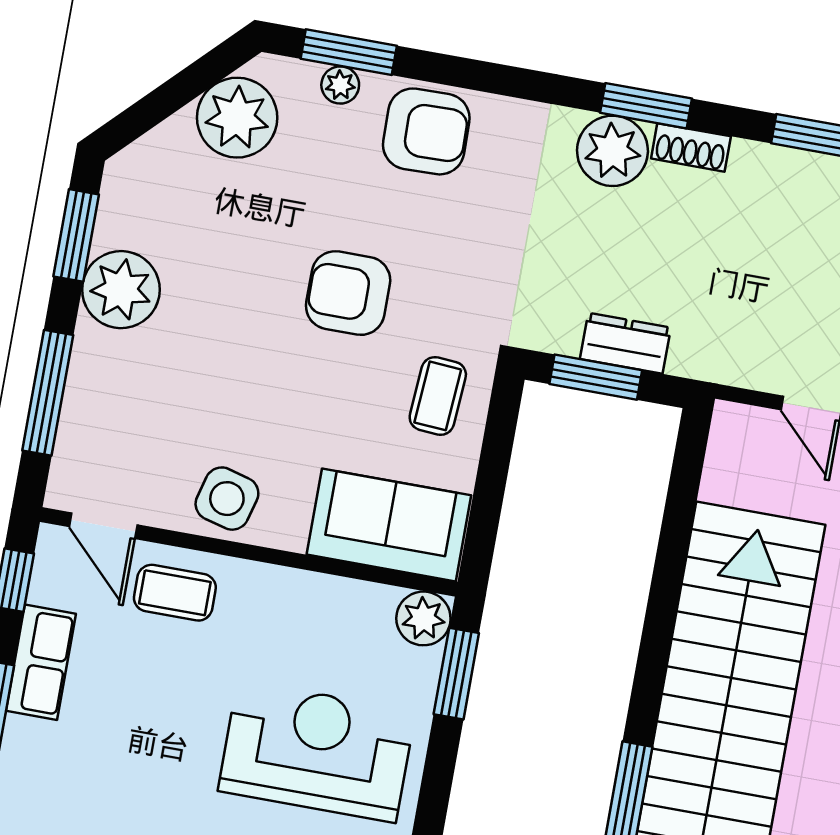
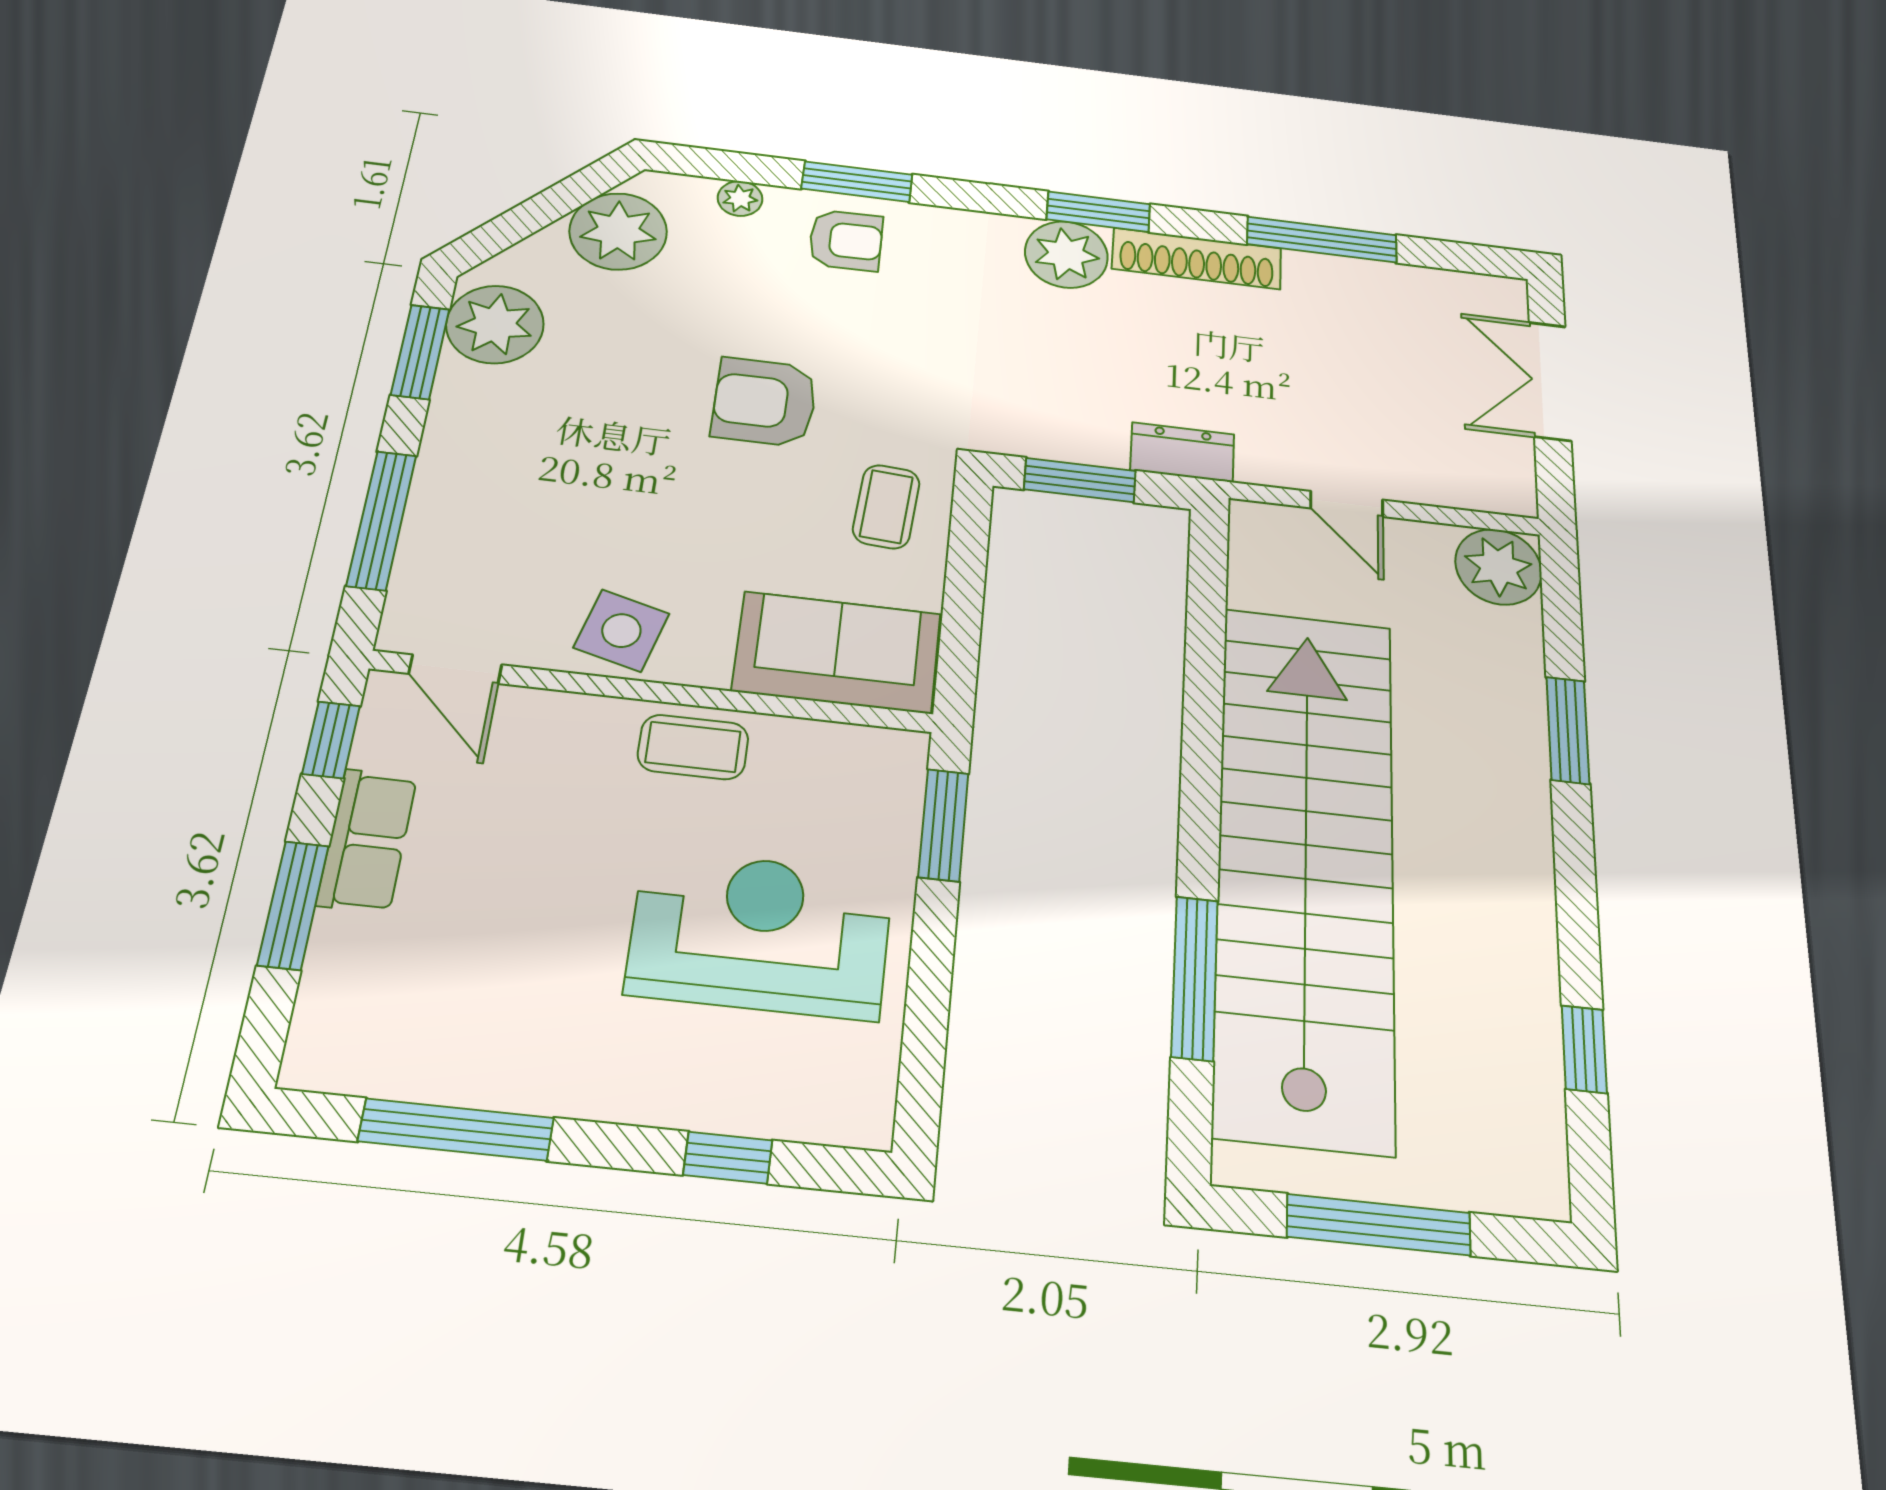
window: (349, 52) -> (857, 182), moved
armchair: (426, 131) -> (846, 240), width x0.72, depth x0.72
shoe rack: (691, 147) -> (1197, 259), width x1.94, depth x1.24
plant: (121, 290) -> (495, 324), moved
dresser: (625, 343) -> (1182, 452), moved
coffee table: (175, 593) -> (693, 747), moved
plant: (423, 618) -> (893, 760), removed

